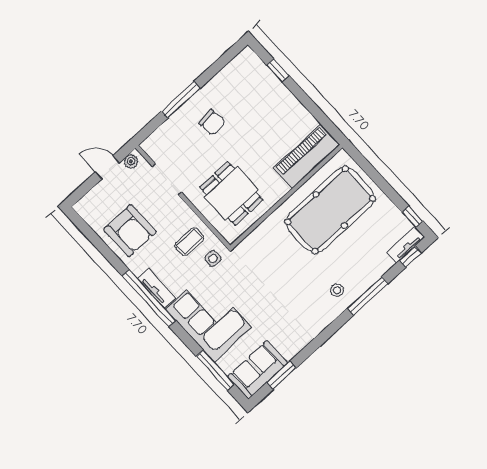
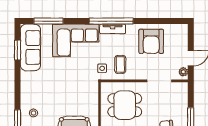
armchair: (130, 231) -> (151, 41), turned -90
sofa: (258, 370) -> (30, 47), width x1.36

